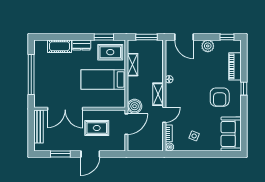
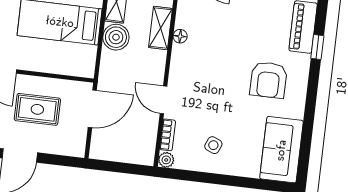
window: (244, 89) -> (317, 47), moved
shelving: (158, 94) -> (160, 28), moved
boiler: (135, 106) -> (116, 37), moved
door: (164, 115) -> (163, 100), swing flipped

